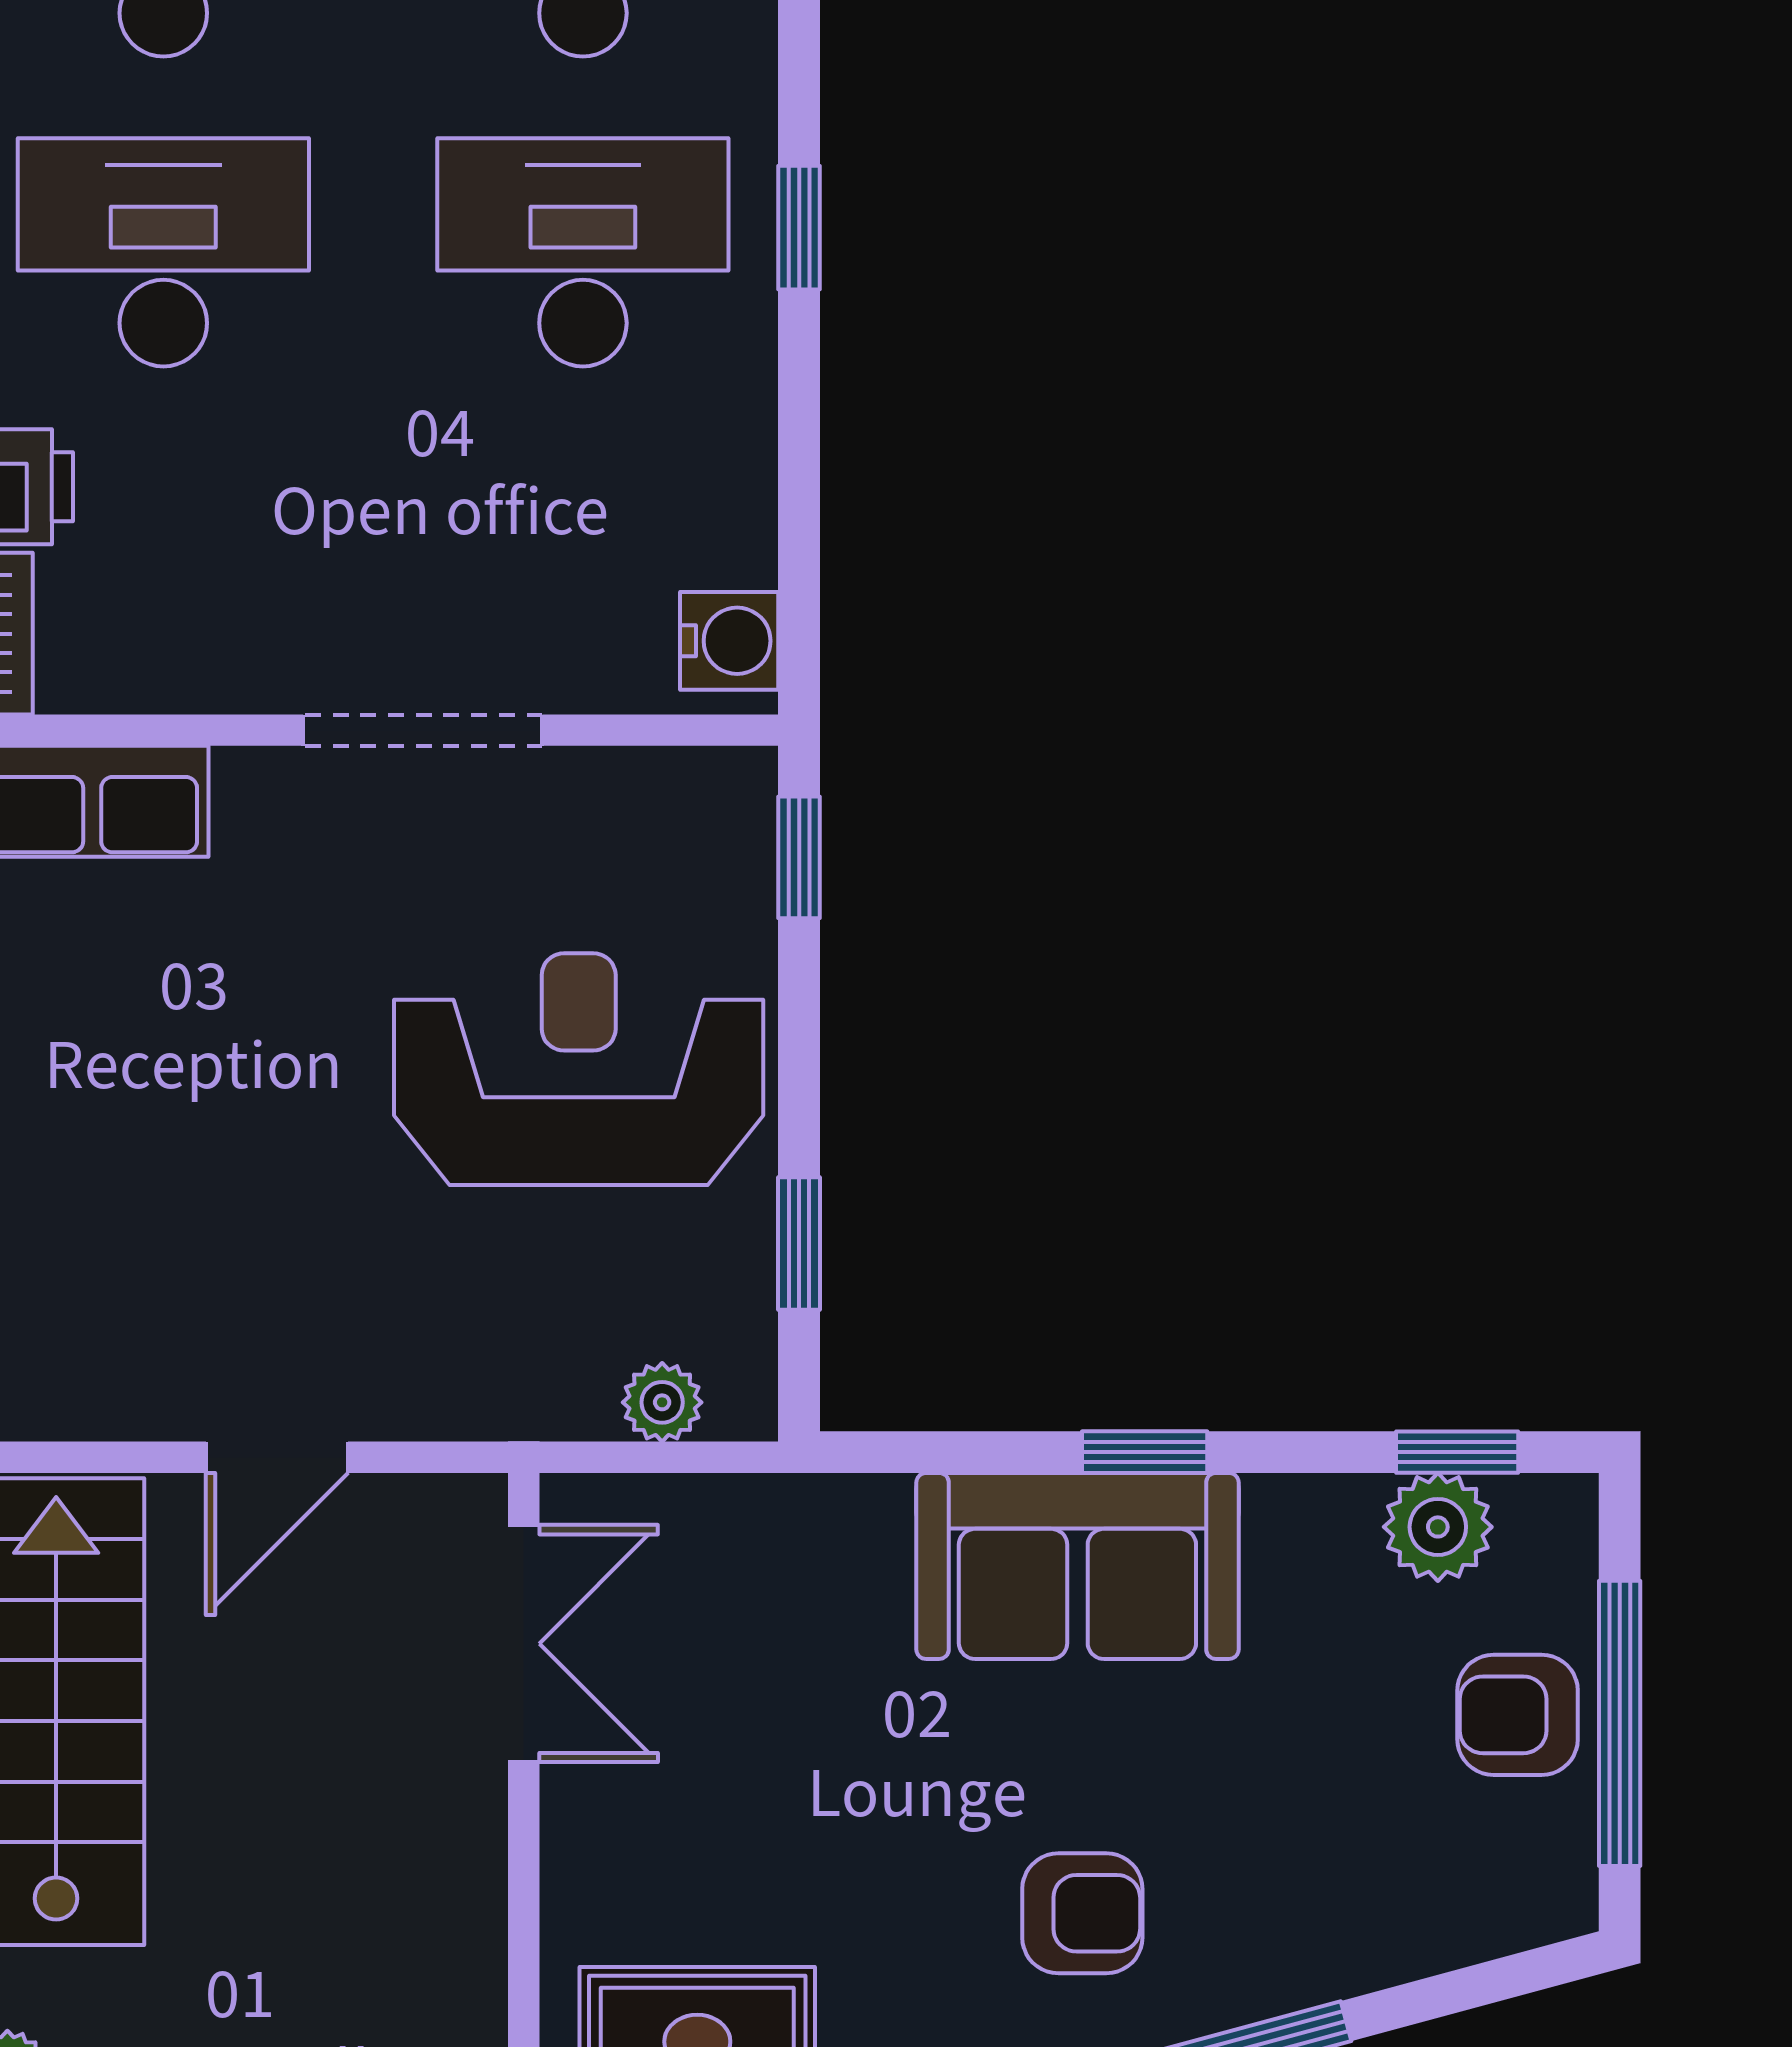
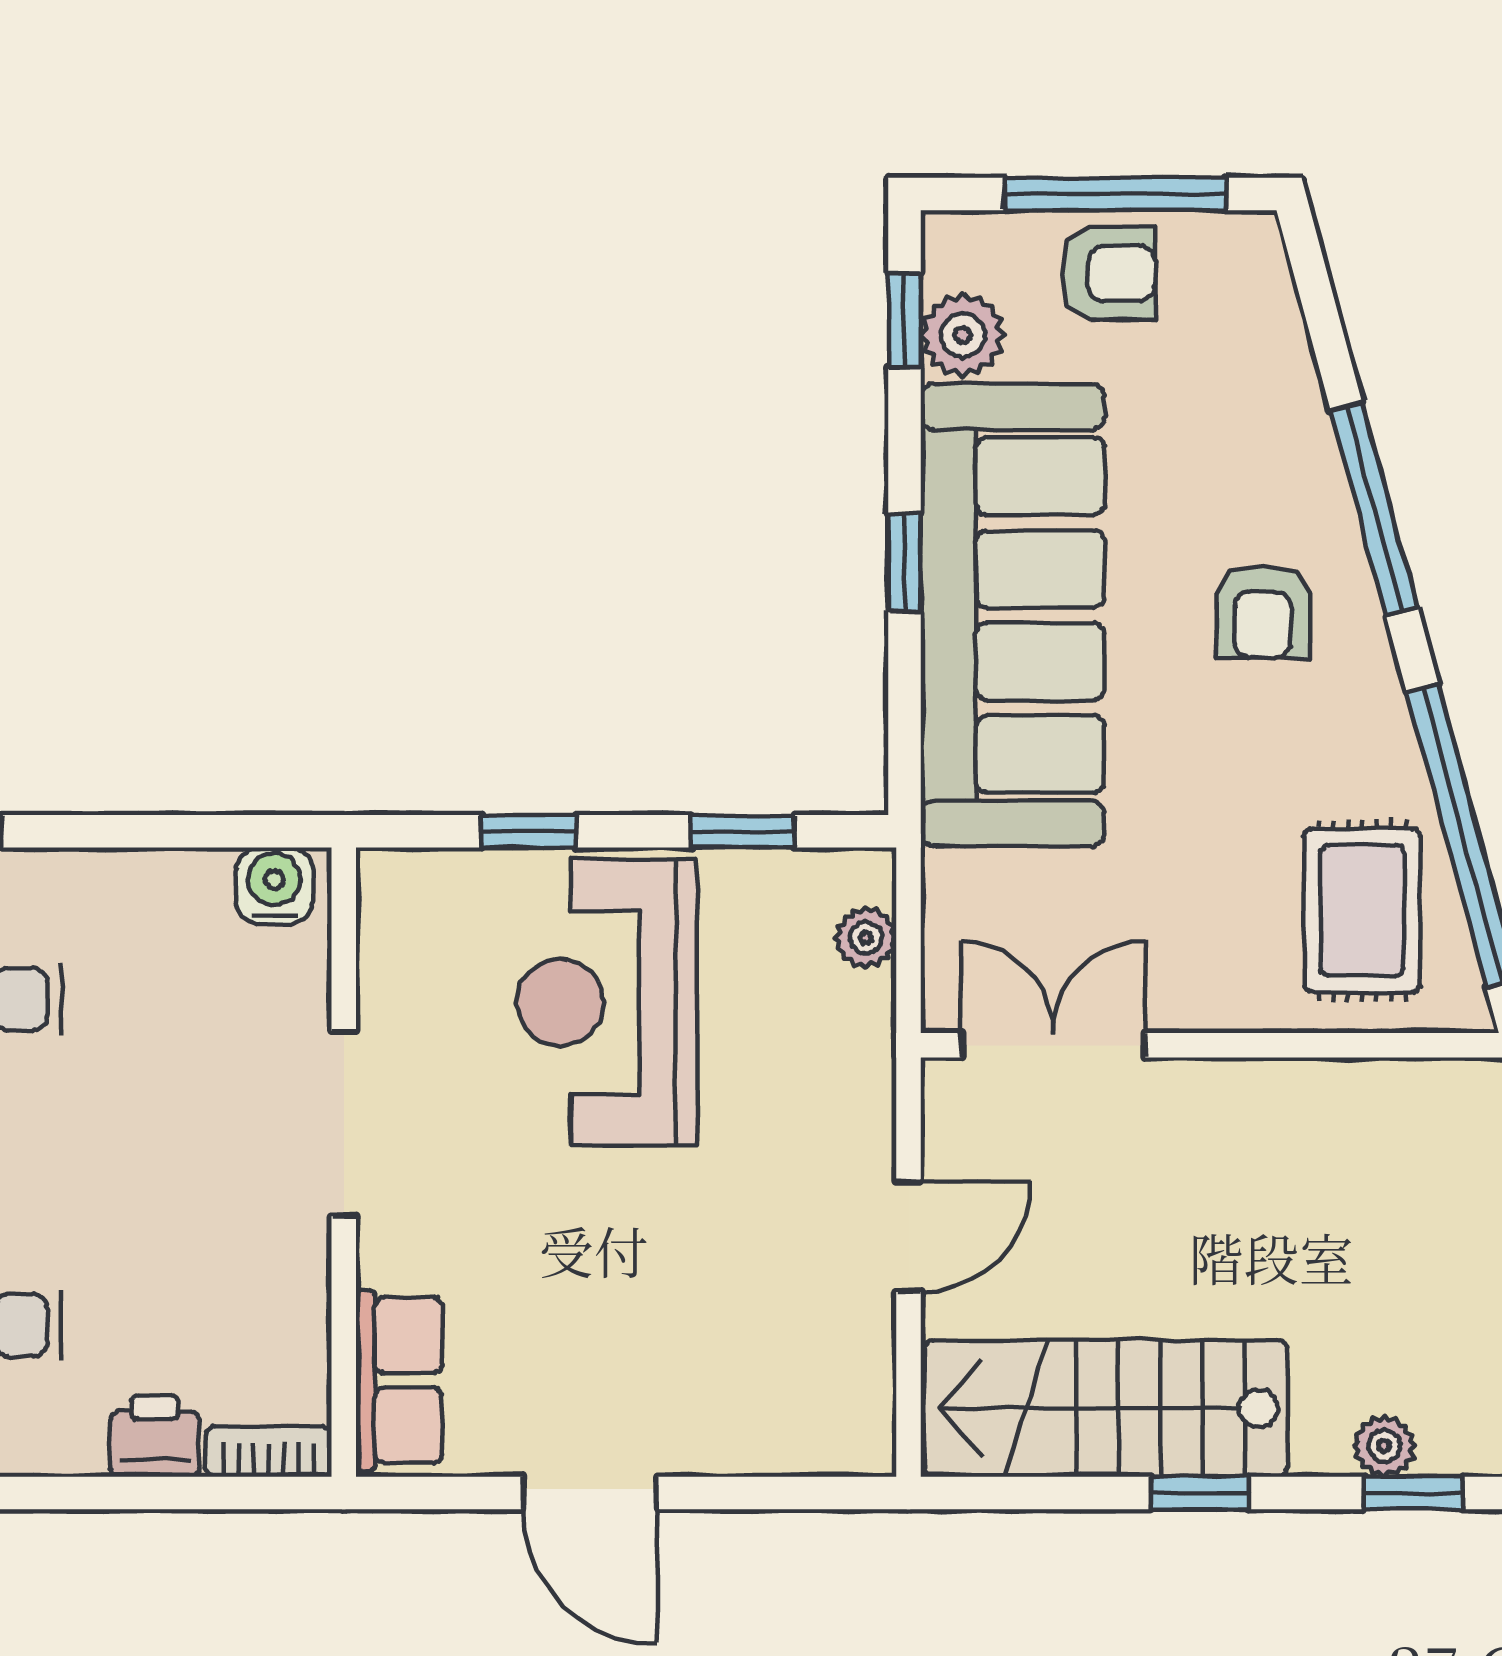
window: (799, 857) -> (528, 831), moved
door: (277, 1457) -> (909, 1237), hinge flipped
sofa: (1077, 1566) -> (1013, 615), width x1.85, depth x1.27
armchair: (1518, 1715) -> (1109, 273), turned -90
armchair: (1082, 1913) -> (1263, 611), turned 180

